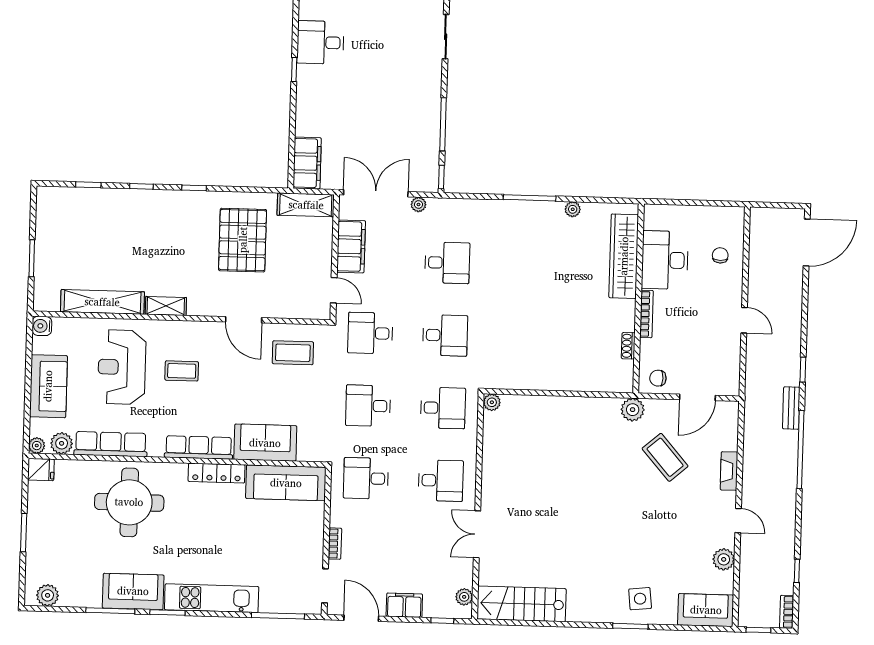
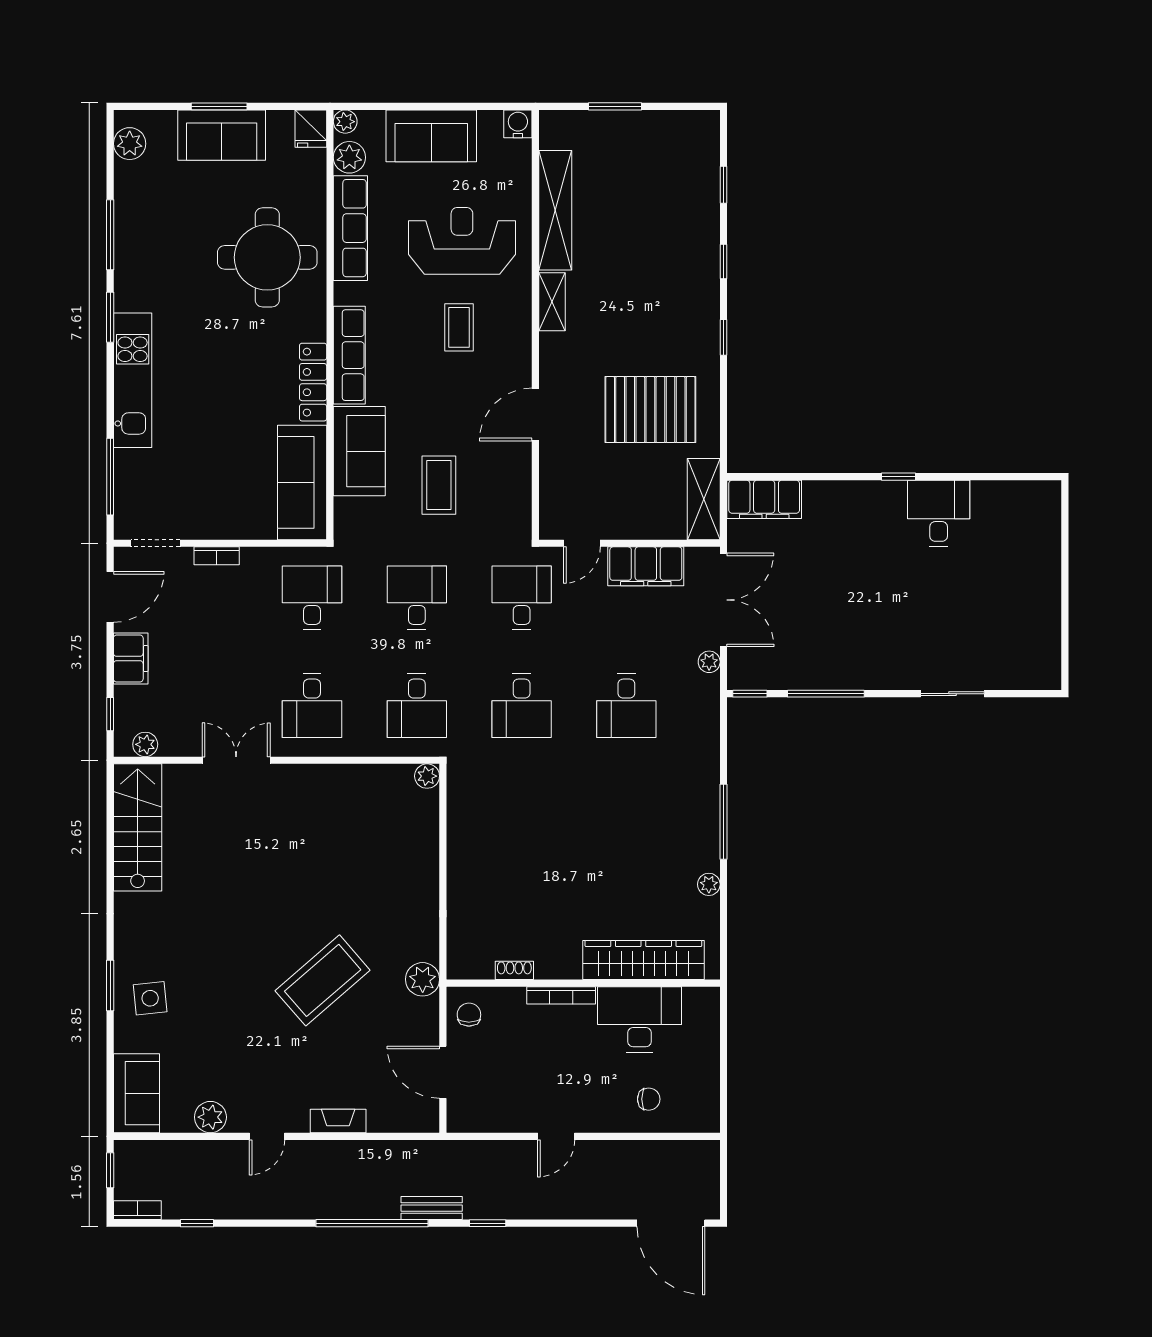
coffee table: (293, 353) -> (439, 485), moved
coffee table: (665, 457) -> (323, 980), moved, width x1.36, depth x1.32
sofa: (133, 591) -> (222, 135), moved, turned 90

